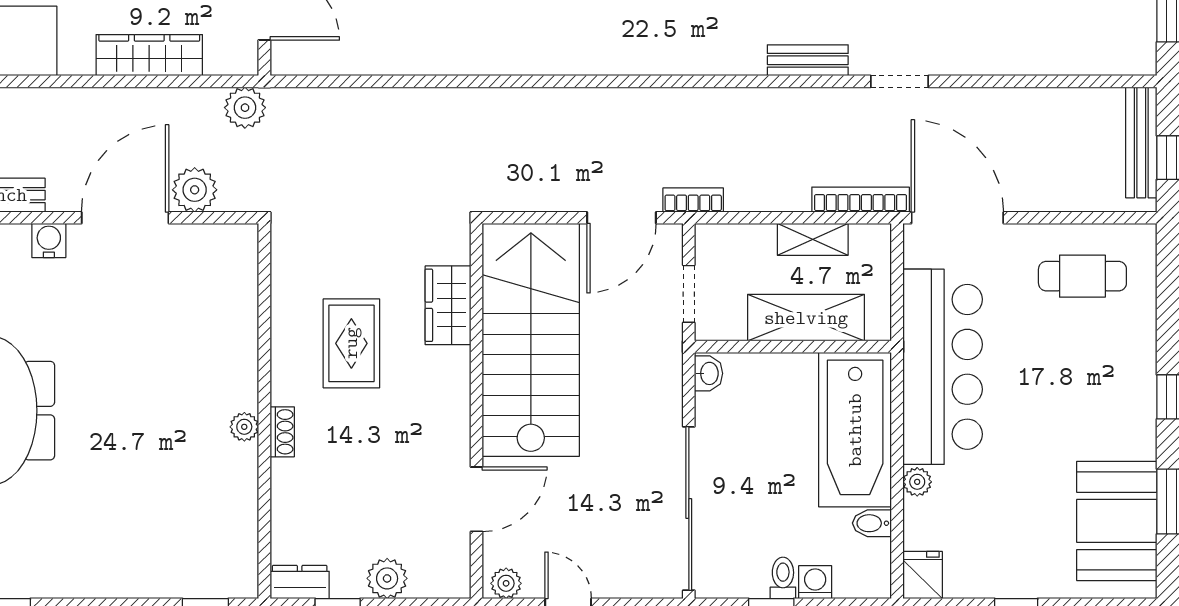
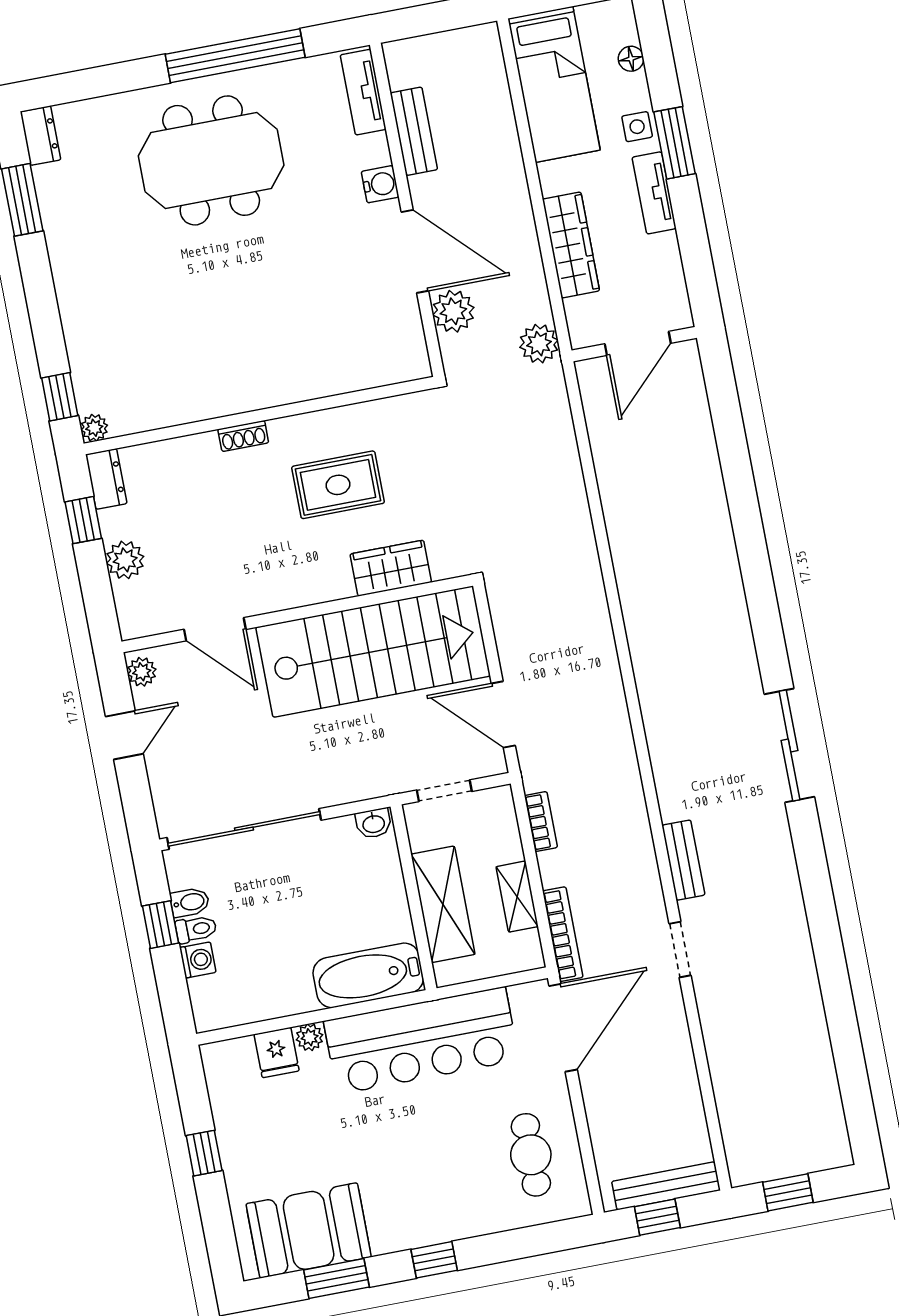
bookcase: (693, 200) -> (541, 822), moved
plant: (244, 427) -> (94, 428), moved
bathtub: (855, 430) -> (368, 975), width x0.73, depth x0.73
bidet: (872, 523) -> (190, 902), moved, turned 90
fridge: (923, 575) -> (277, 1052), moved, turned 90

